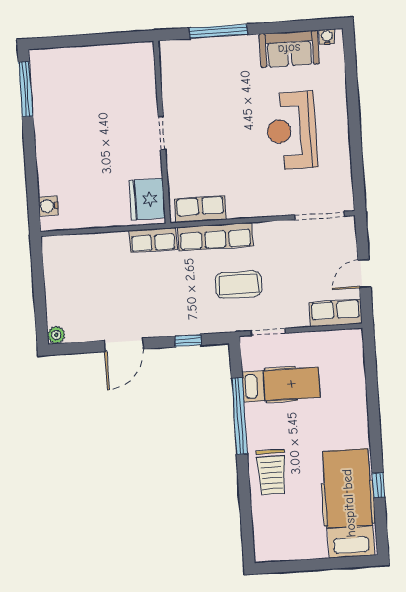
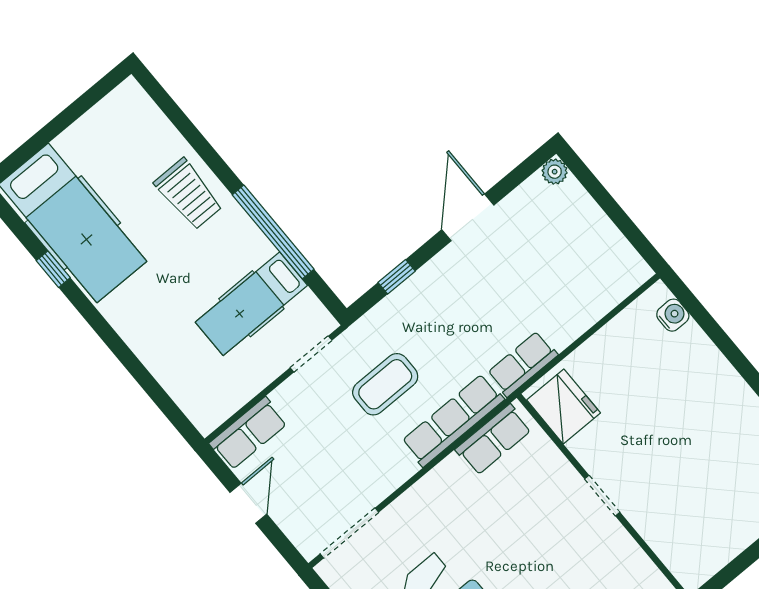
trolley: (272, 472) -> (188, 194), turned 180

